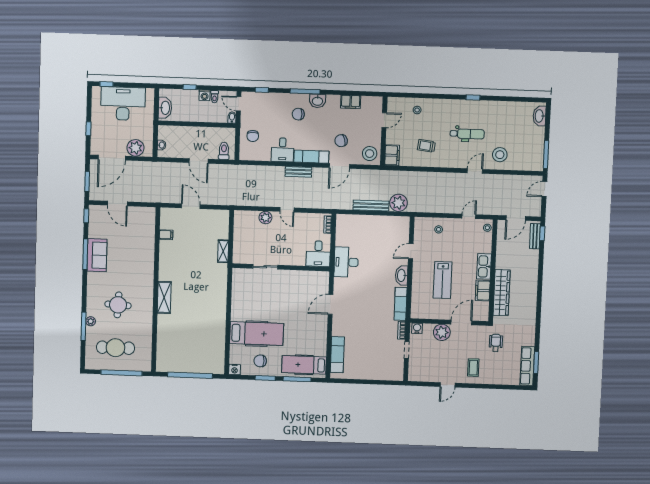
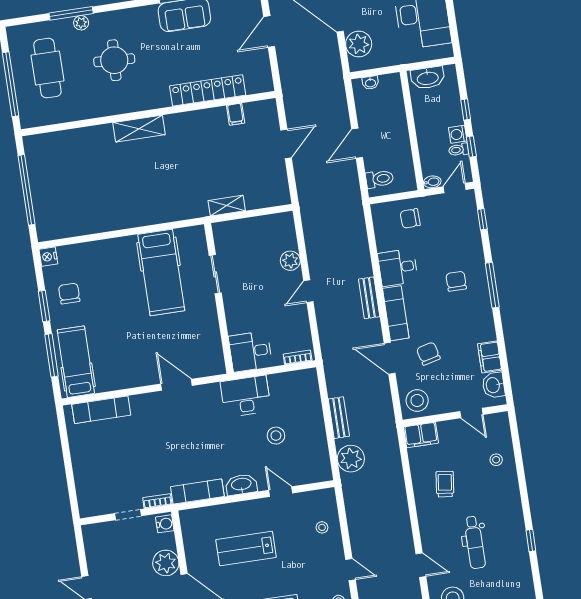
window: (214, 88) -> (471, 147), added
washbasin: (317, 101) -> (493, 385), moved
bench: (371, 206) -> (339, 418), width x0.73
stool: (375, 248) -> (276, 436), added
locker: (148, 250) -> (208, 90), added
hospital bed: (257, 334) -> (161, 272), moved

